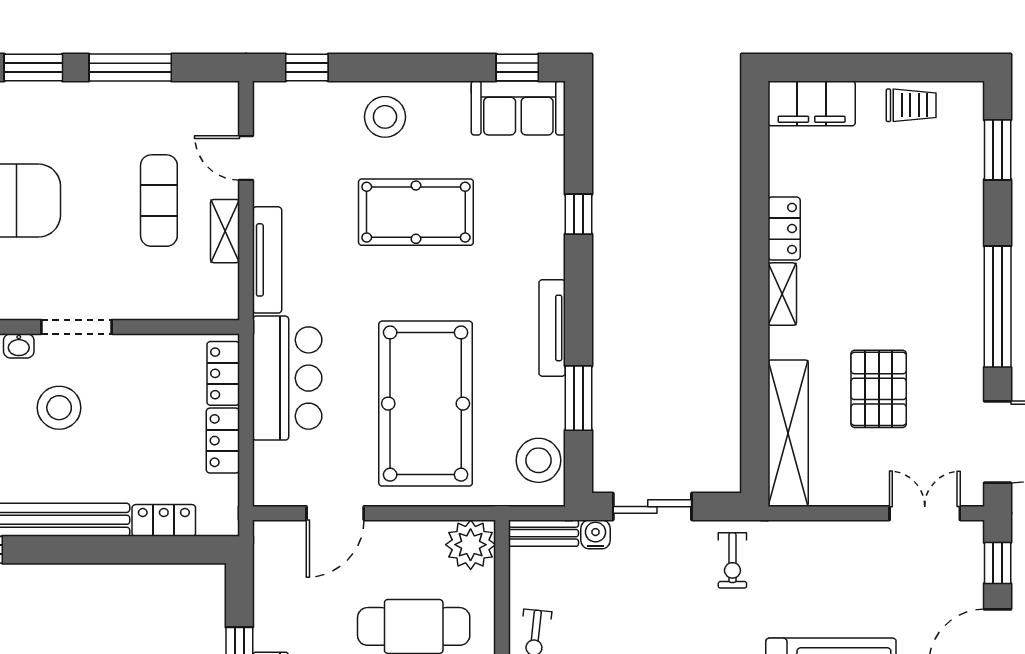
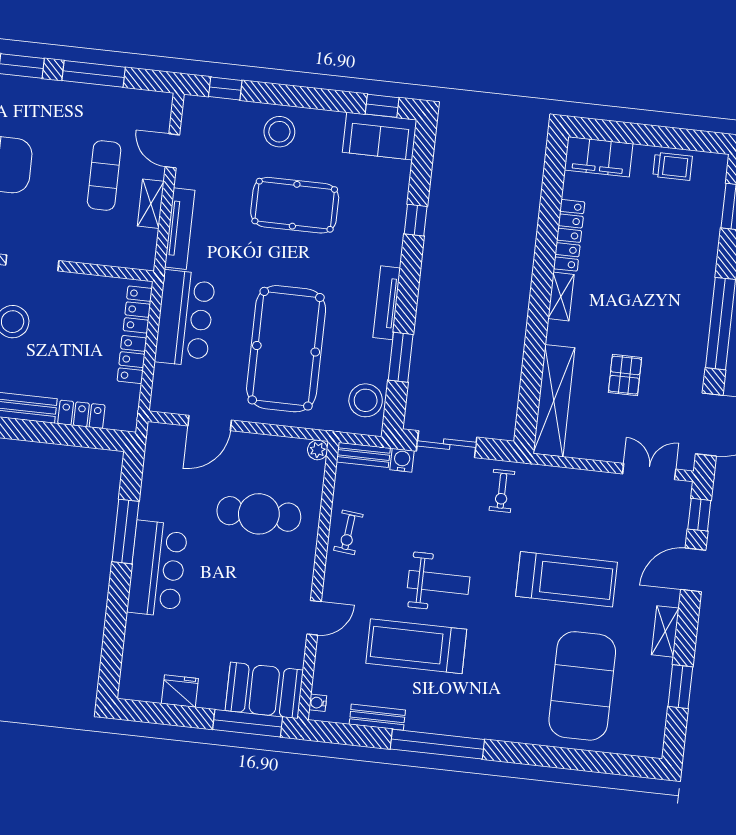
locker: (784, 228) -> (569, 235), width x1.53
pallet: (879, 389) -> (625, 375), width x0.67, depth x0.71
plant: (471, 545) -> (318, 450), width x0.53, depth x0.53

